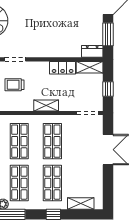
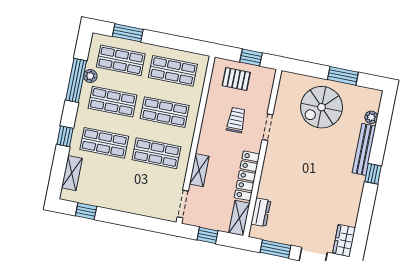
dresser: (92, 51) -> (261, 212), moved
locker: (63, 68) -> (247, 176), width x1.53
shelving: (46, 106) -> (199, 170), moved
double door: (108, 150) -> (132, 220), removed
window: (108, 187) -> (86, 211), added

